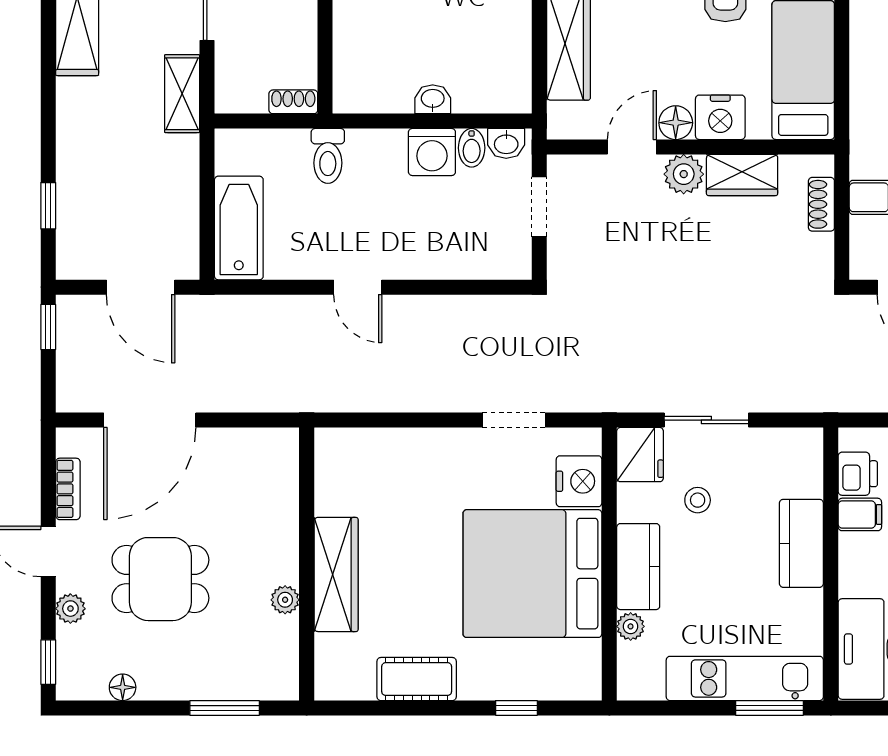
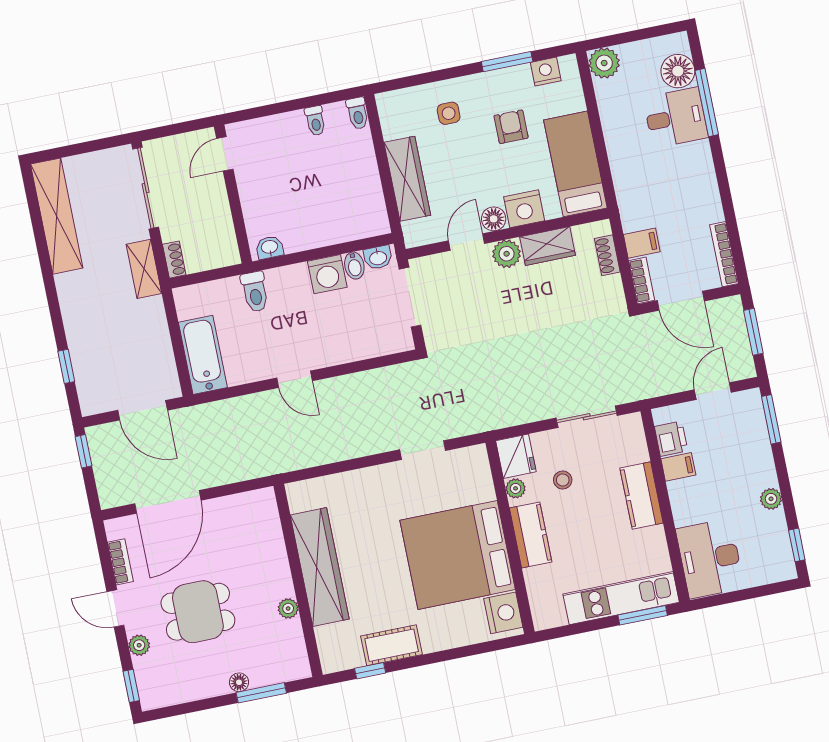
washbasin: (433, 99) -> (270, 247), moved
shoe rack: (293, 102) -> (174, 260), moved, turned 90
doorway: (539, 207) -> (410, 297), width x1.38
bookcase: (862, 248) -> (642, 280), added
sliding door: (706, 420) -> (587, 417), moved
nightstand: (579, 481) -> (503, 613), moved
wardrobe: (336, 574) -> (320, 567), width x1.40, depth x1.17
plant: (631, 626) -> (516, 488), moved
floor lamp: (123, 687) -> (239, 682), moved
window: (516, 708) -> (370, 671), moved

